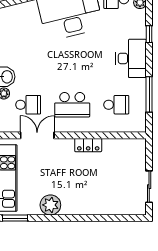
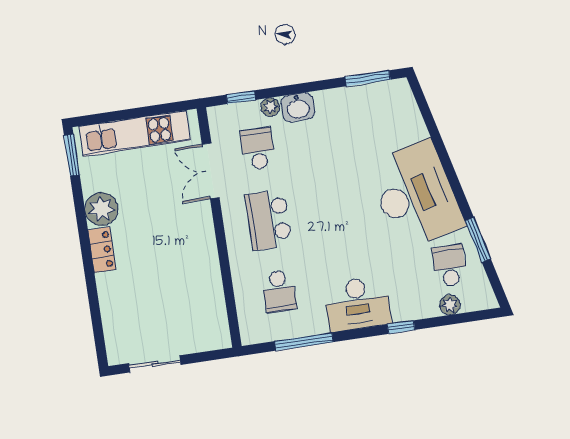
school desk: (28, 105) -> (258, 149), turned 180
double door: (37, 135) -> (211, 171), swing flipped
locker: (88, 145) -> (102, 250), moved, turned 180

